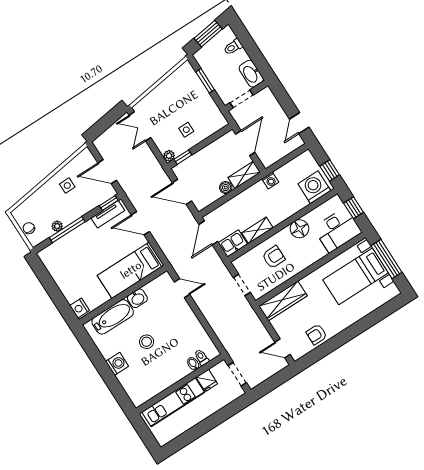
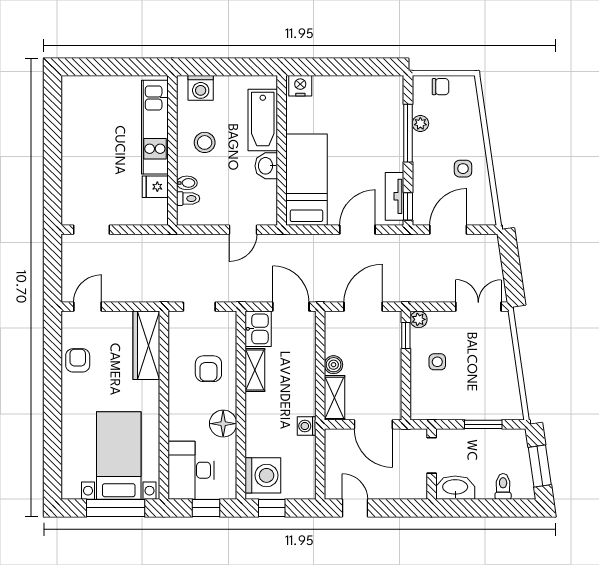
toilet: (202, 357) -> (188, 199), moved
bidet: (193, 364) -> (187, 183), moved
fridge: (207, 380) -> (155, 187), moved
wall: (180, 384) -> (172, 150), moved
kitchen unit: (173, 402) -> (155, 127), moved

